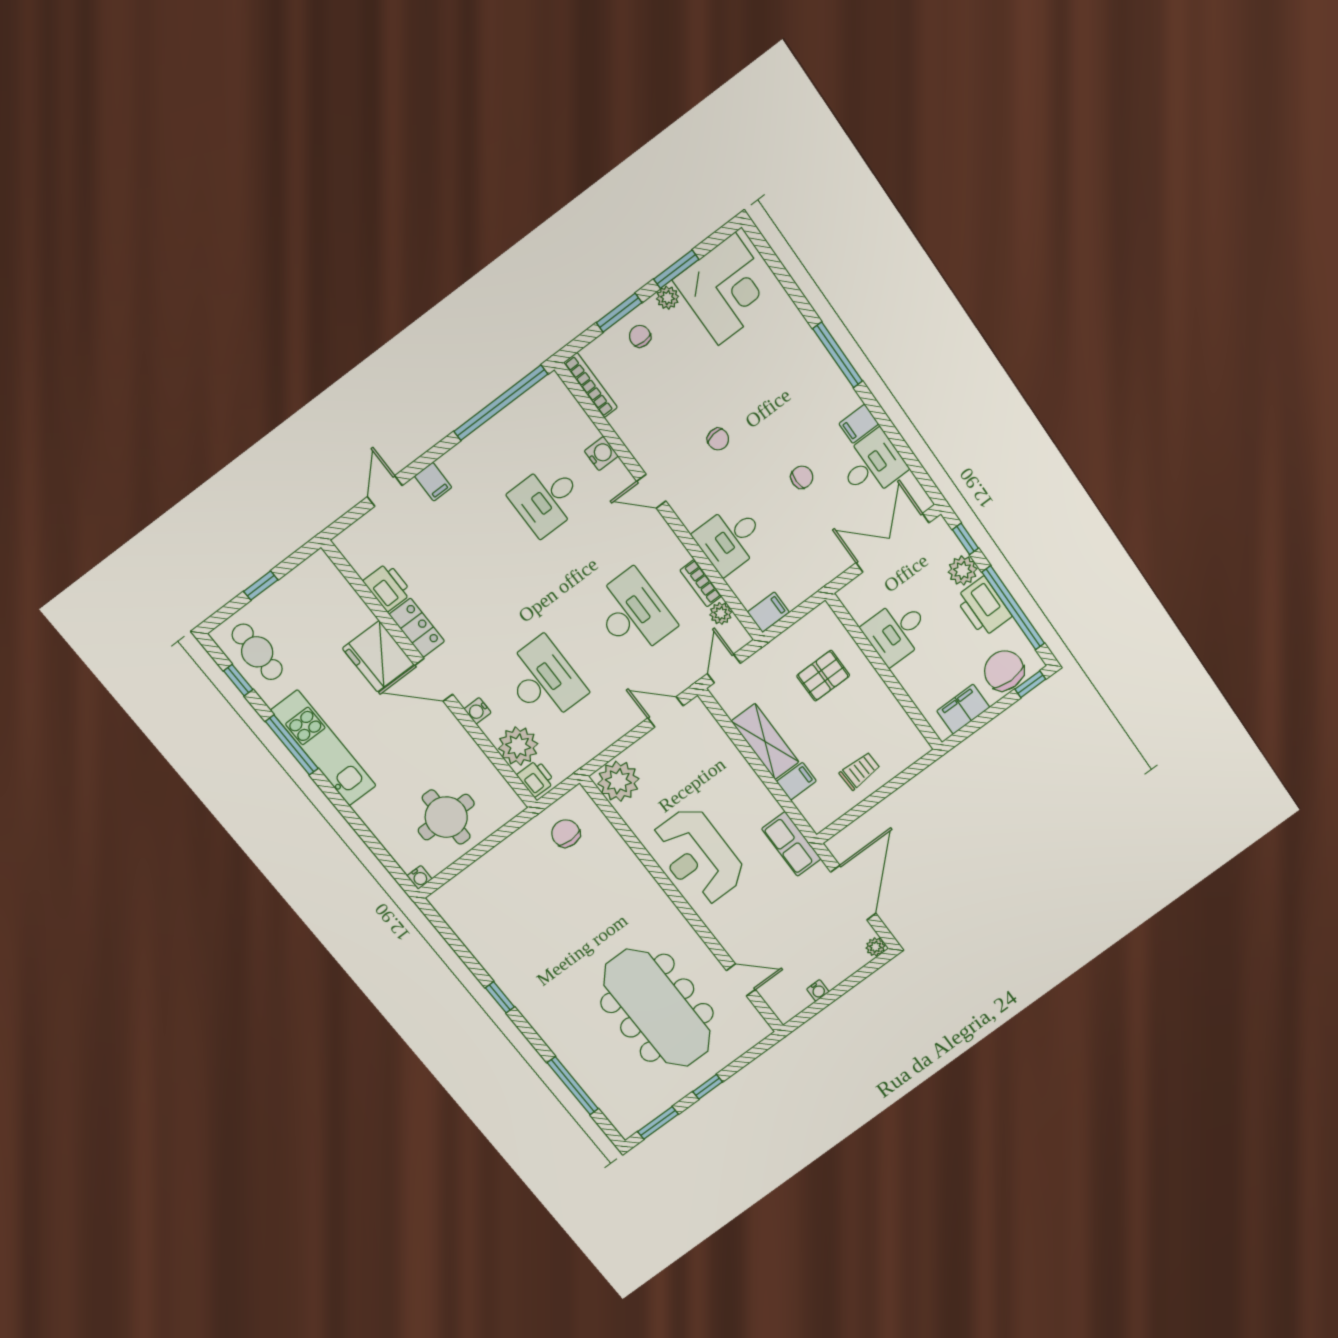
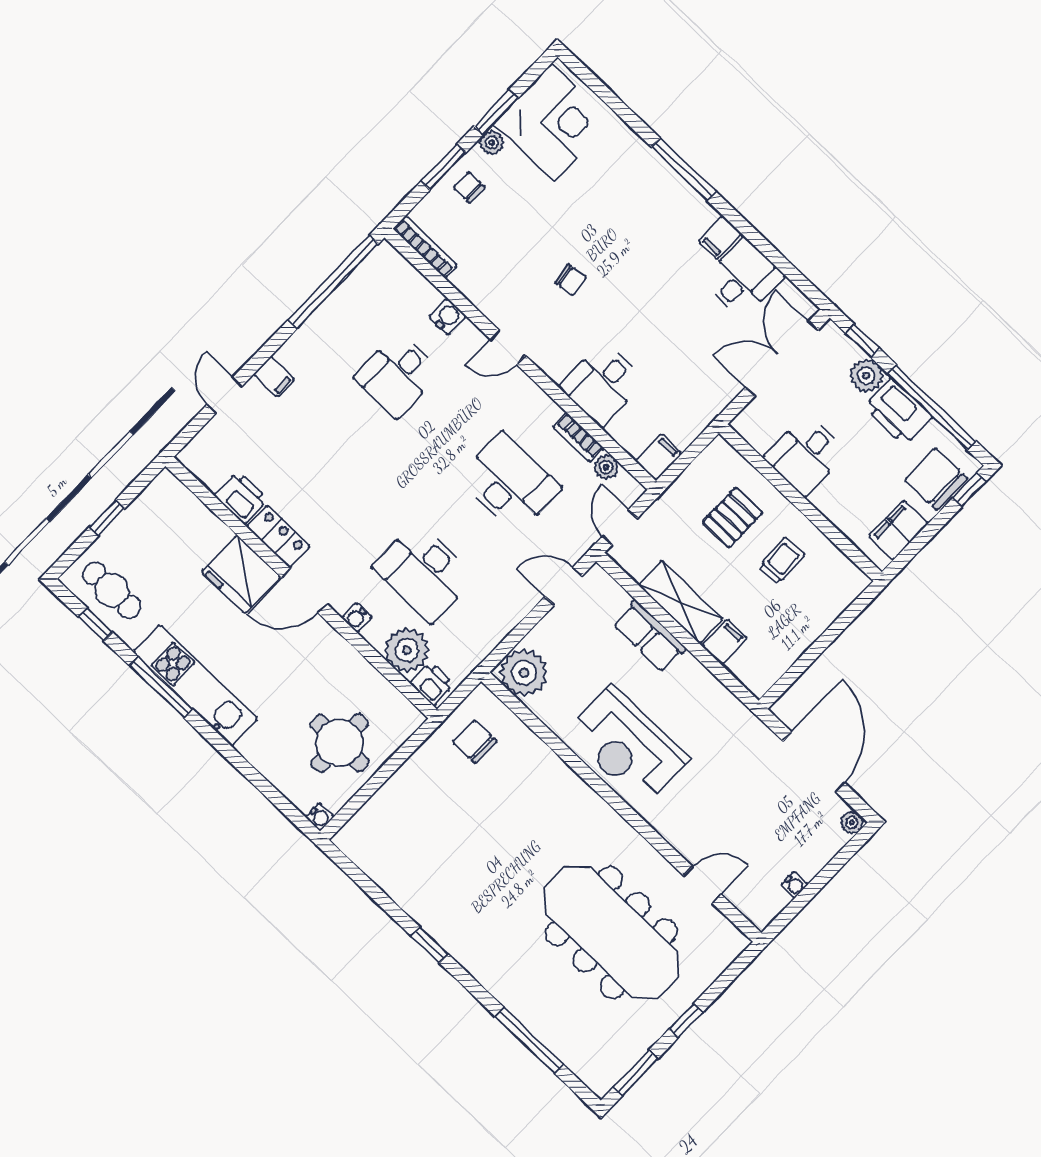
chair: (802, 477) -> (669, 305), removed
desk: (544, 680) -> (424, 572), turned 180
trolley: (860, 771) -> (782, 561), moved
row of seats: (791, 844) -> (649, 636), moved

